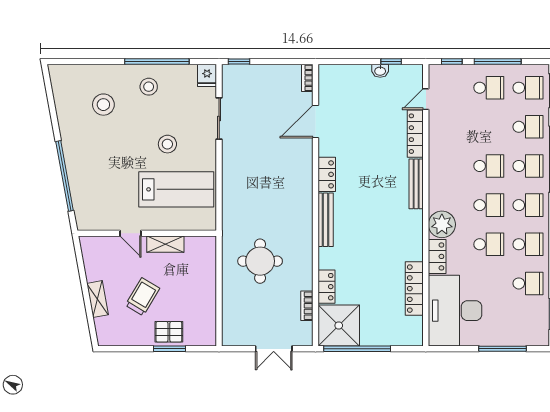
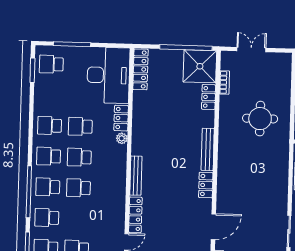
plant: (442, 224) -> (122, 138), width x0.53, depth x0.53
school desk: (528, 283) -> (51, 64), moved
locker: (414, 289) -> (141, 69), moved

